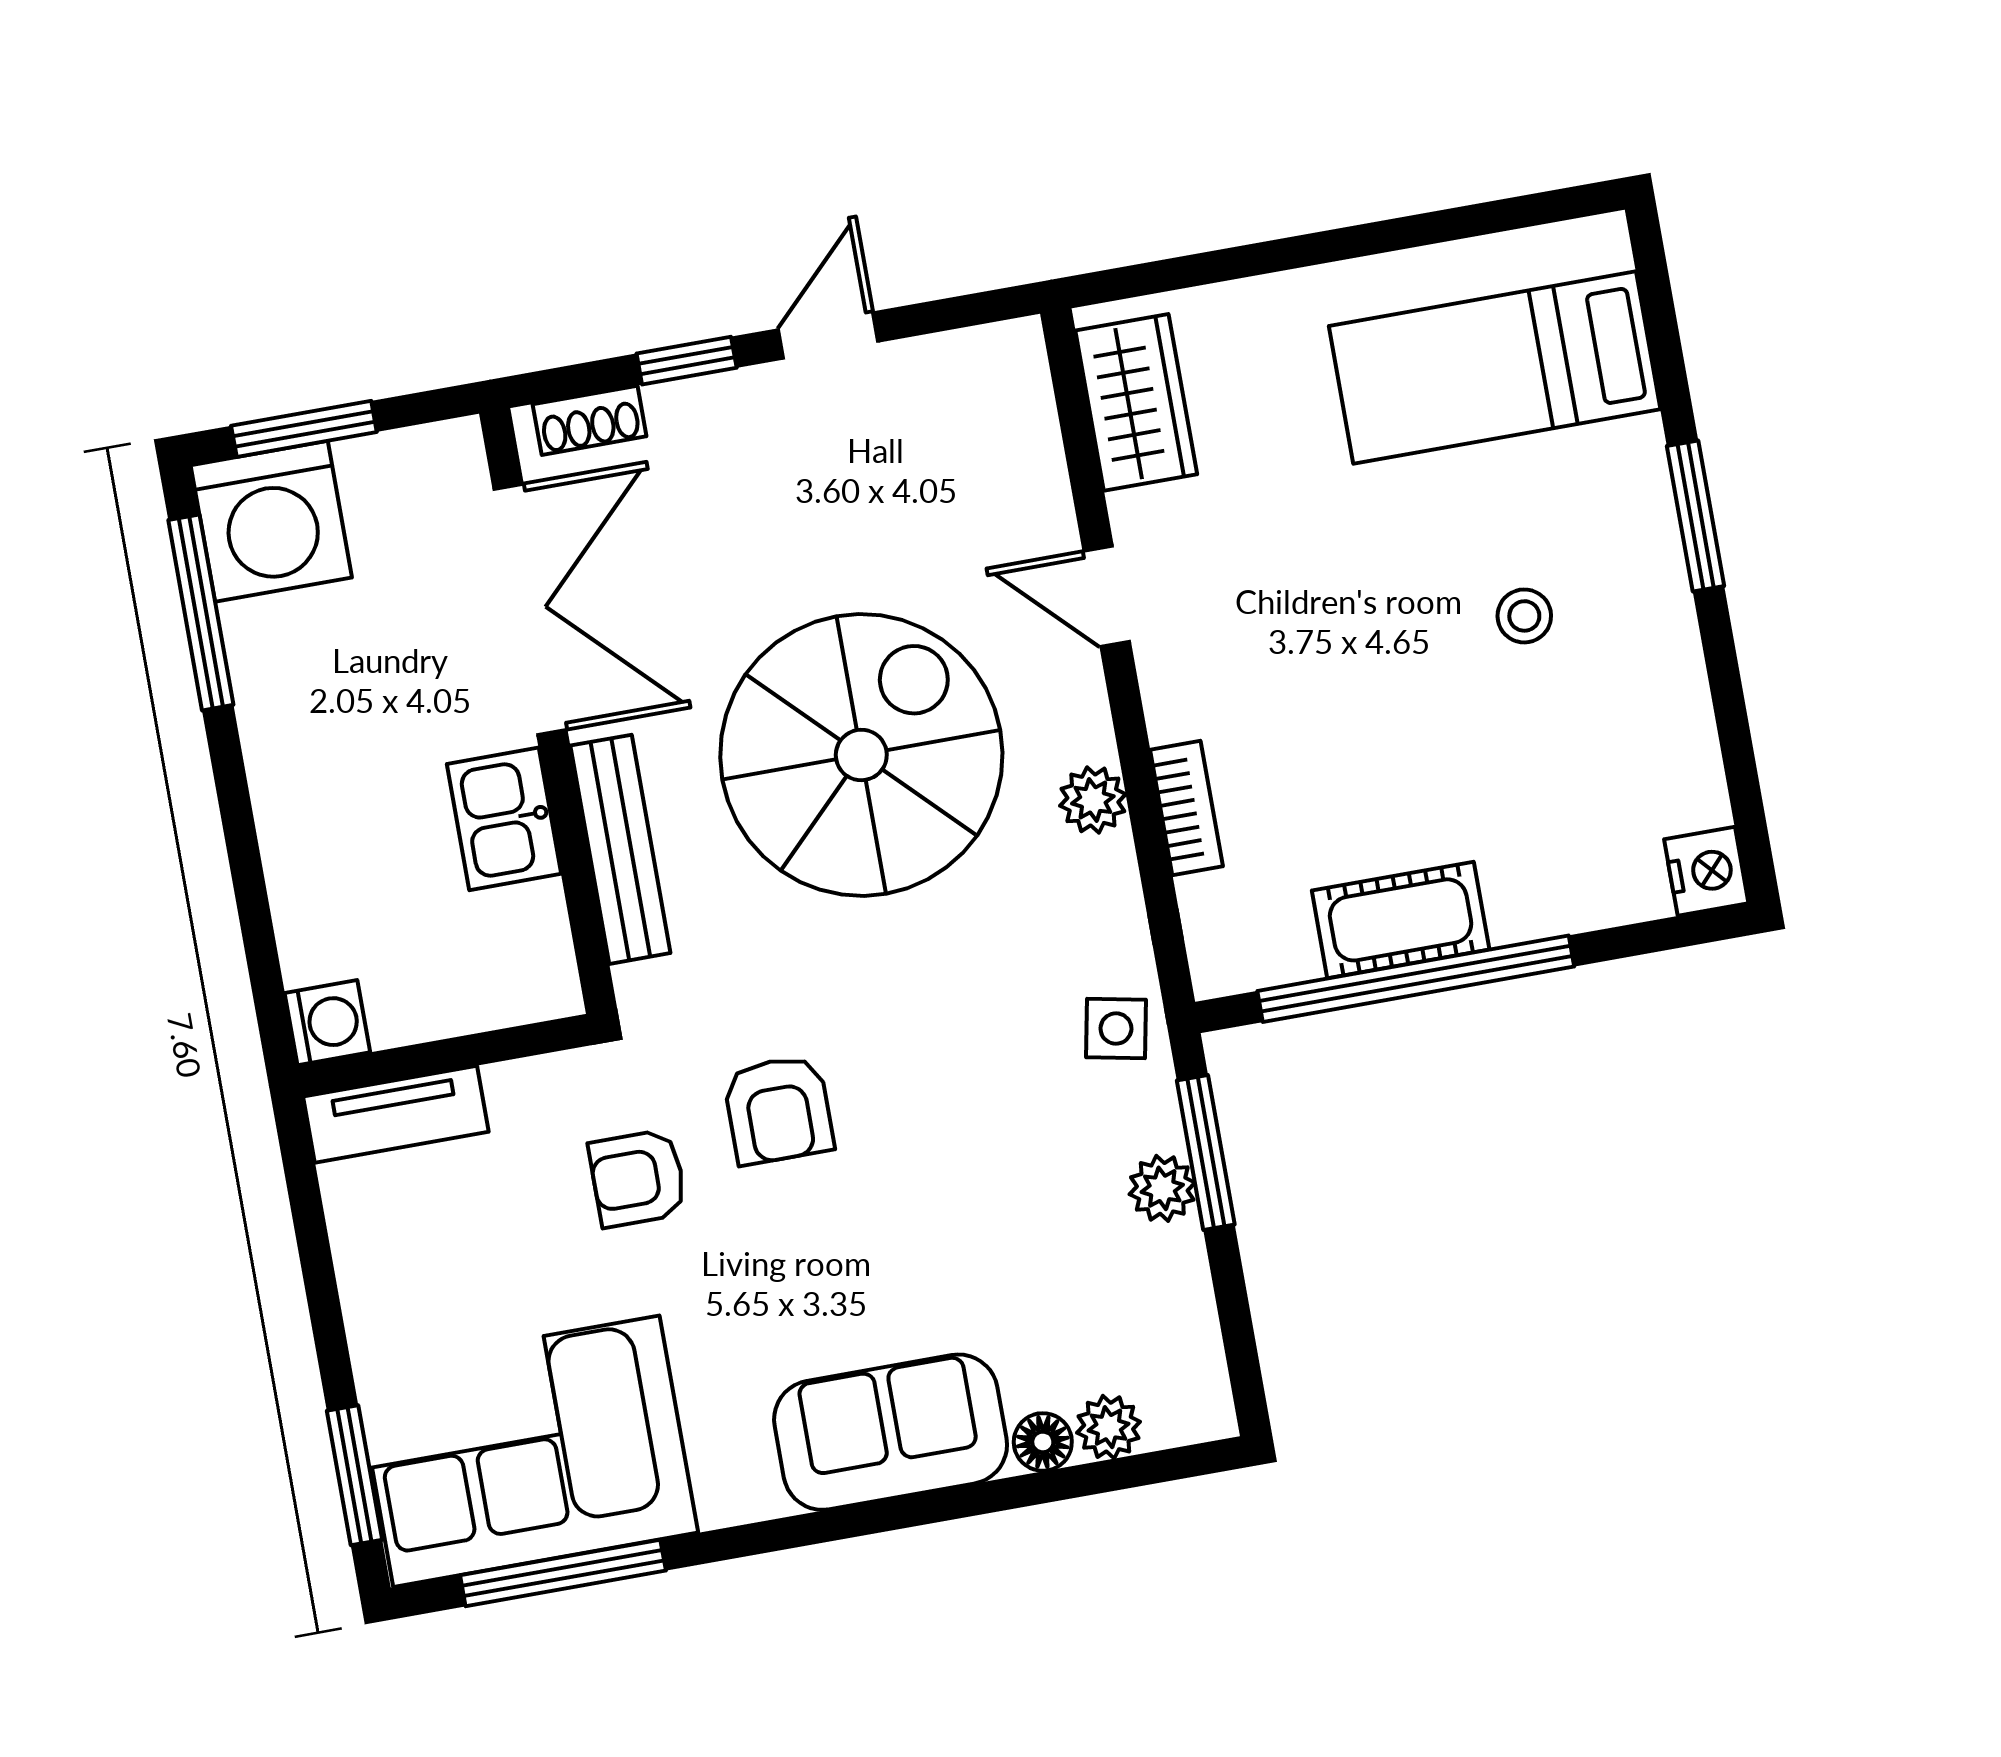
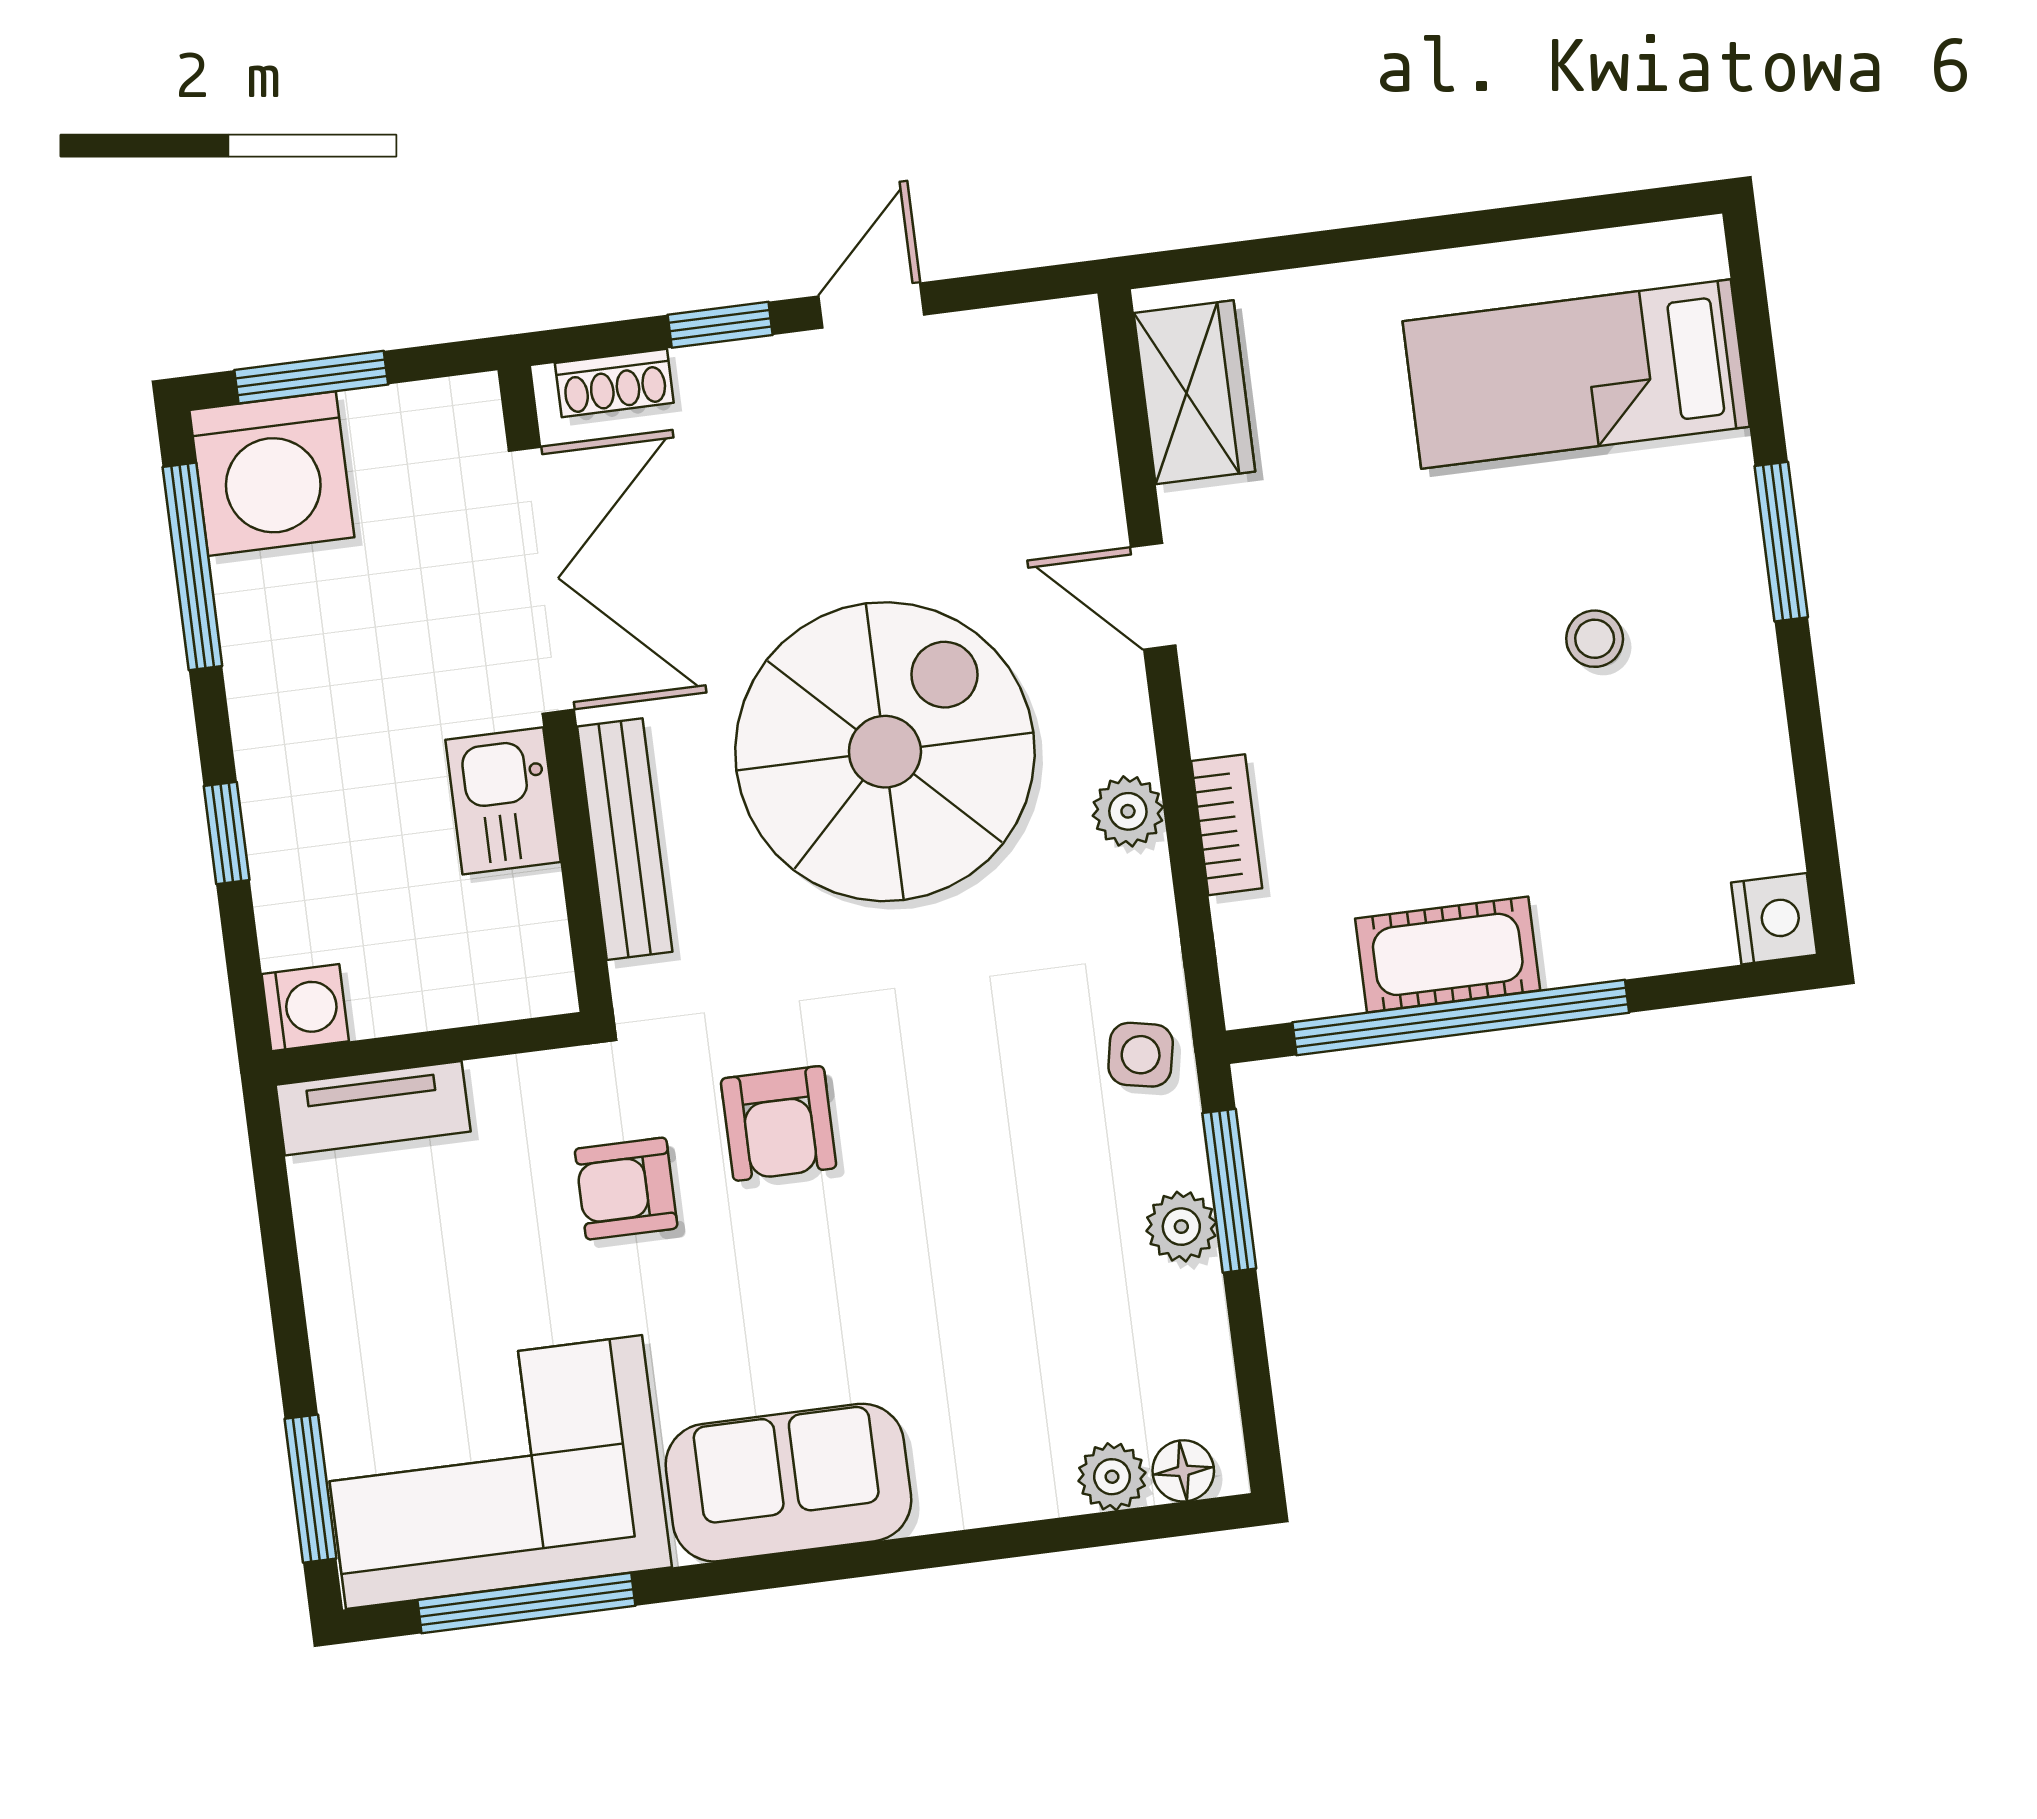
window: (245, 862) -> (227, 833), added
sofa: (891, 1432) -> (788, 1483), moved
floor lamp: (1043, 1442) -> (1183, 1471), moved

